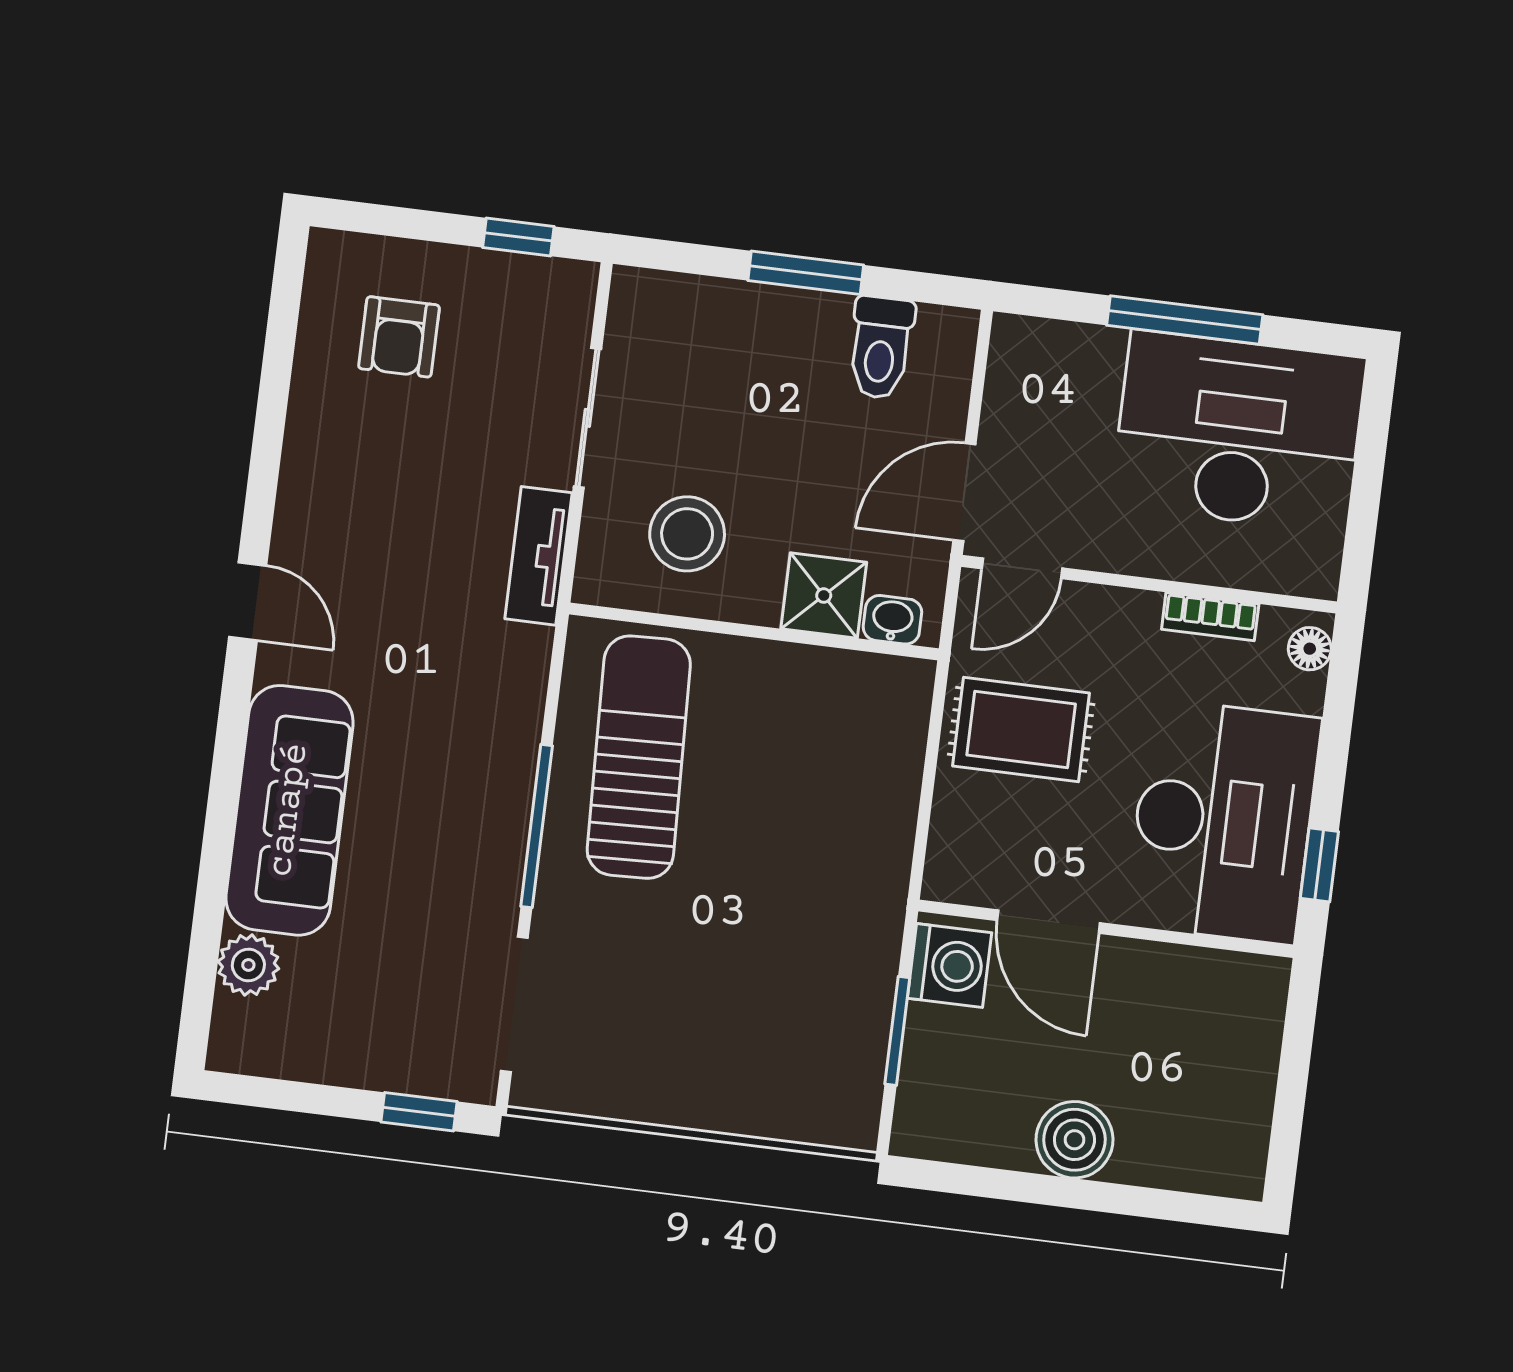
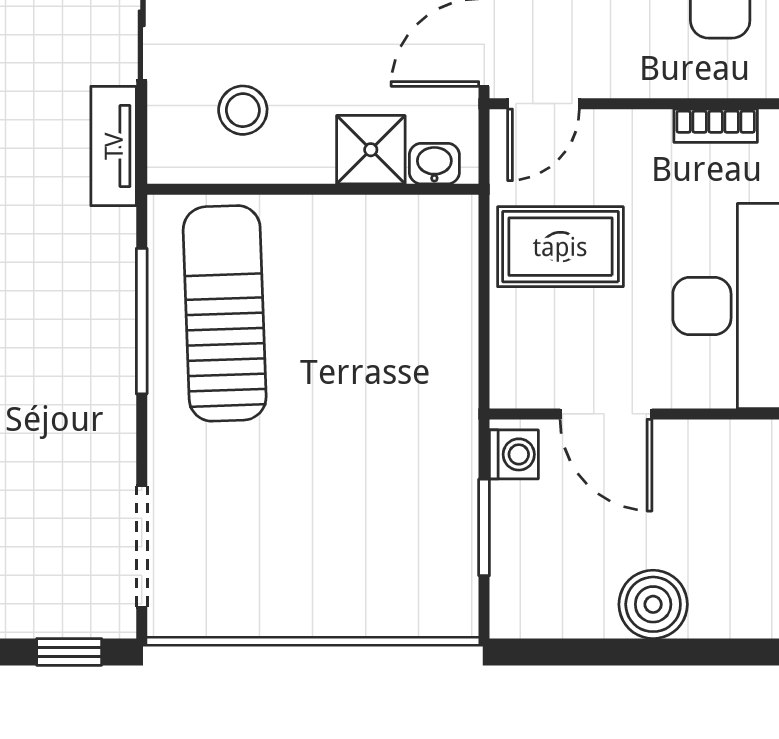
stool: (687, 534) -> (243, 110), width x0.73, depth x0.73
window: (537, 826) -> (142, 321), moved
washing machine: (950, 965) -> (514, 454), width x0.73, depth x0.73

